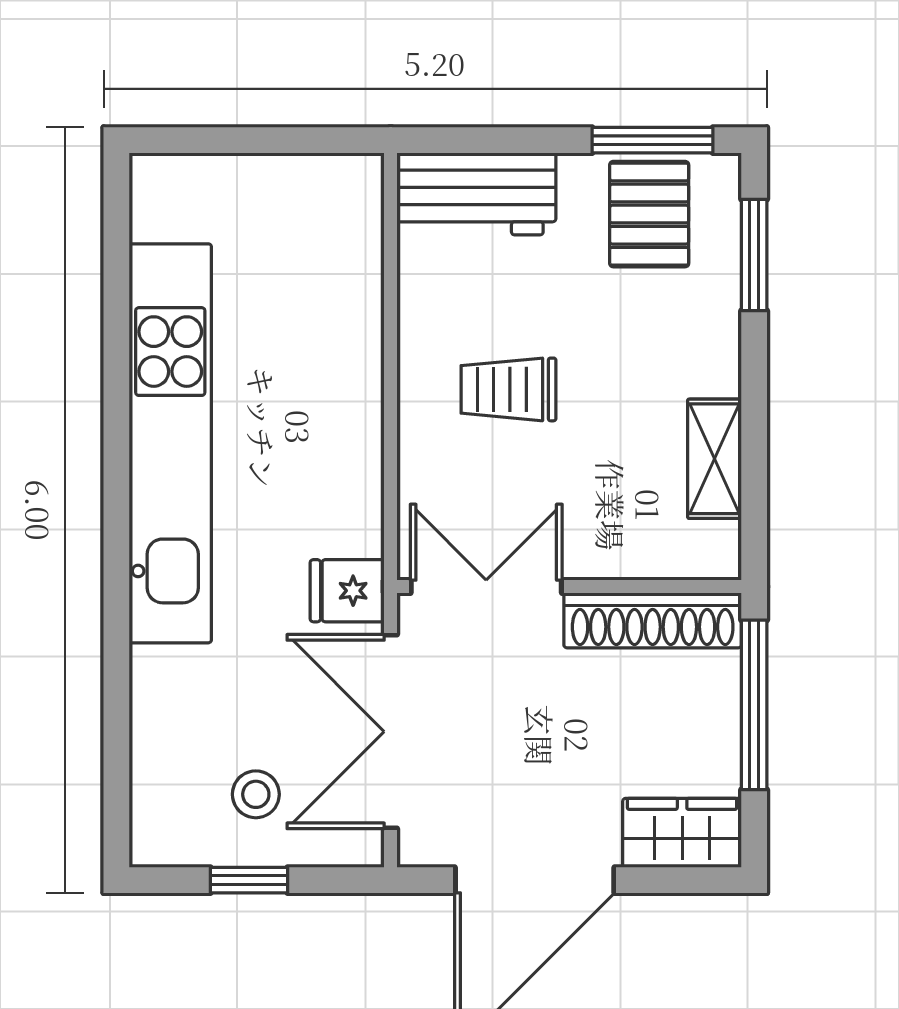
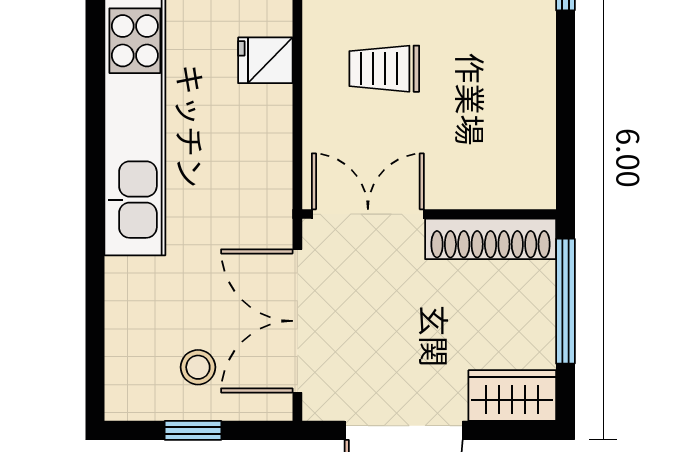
shelving: (715, 459) -> (536, 120), removed
fridge: (347, 591) -> (265, 60), moved

